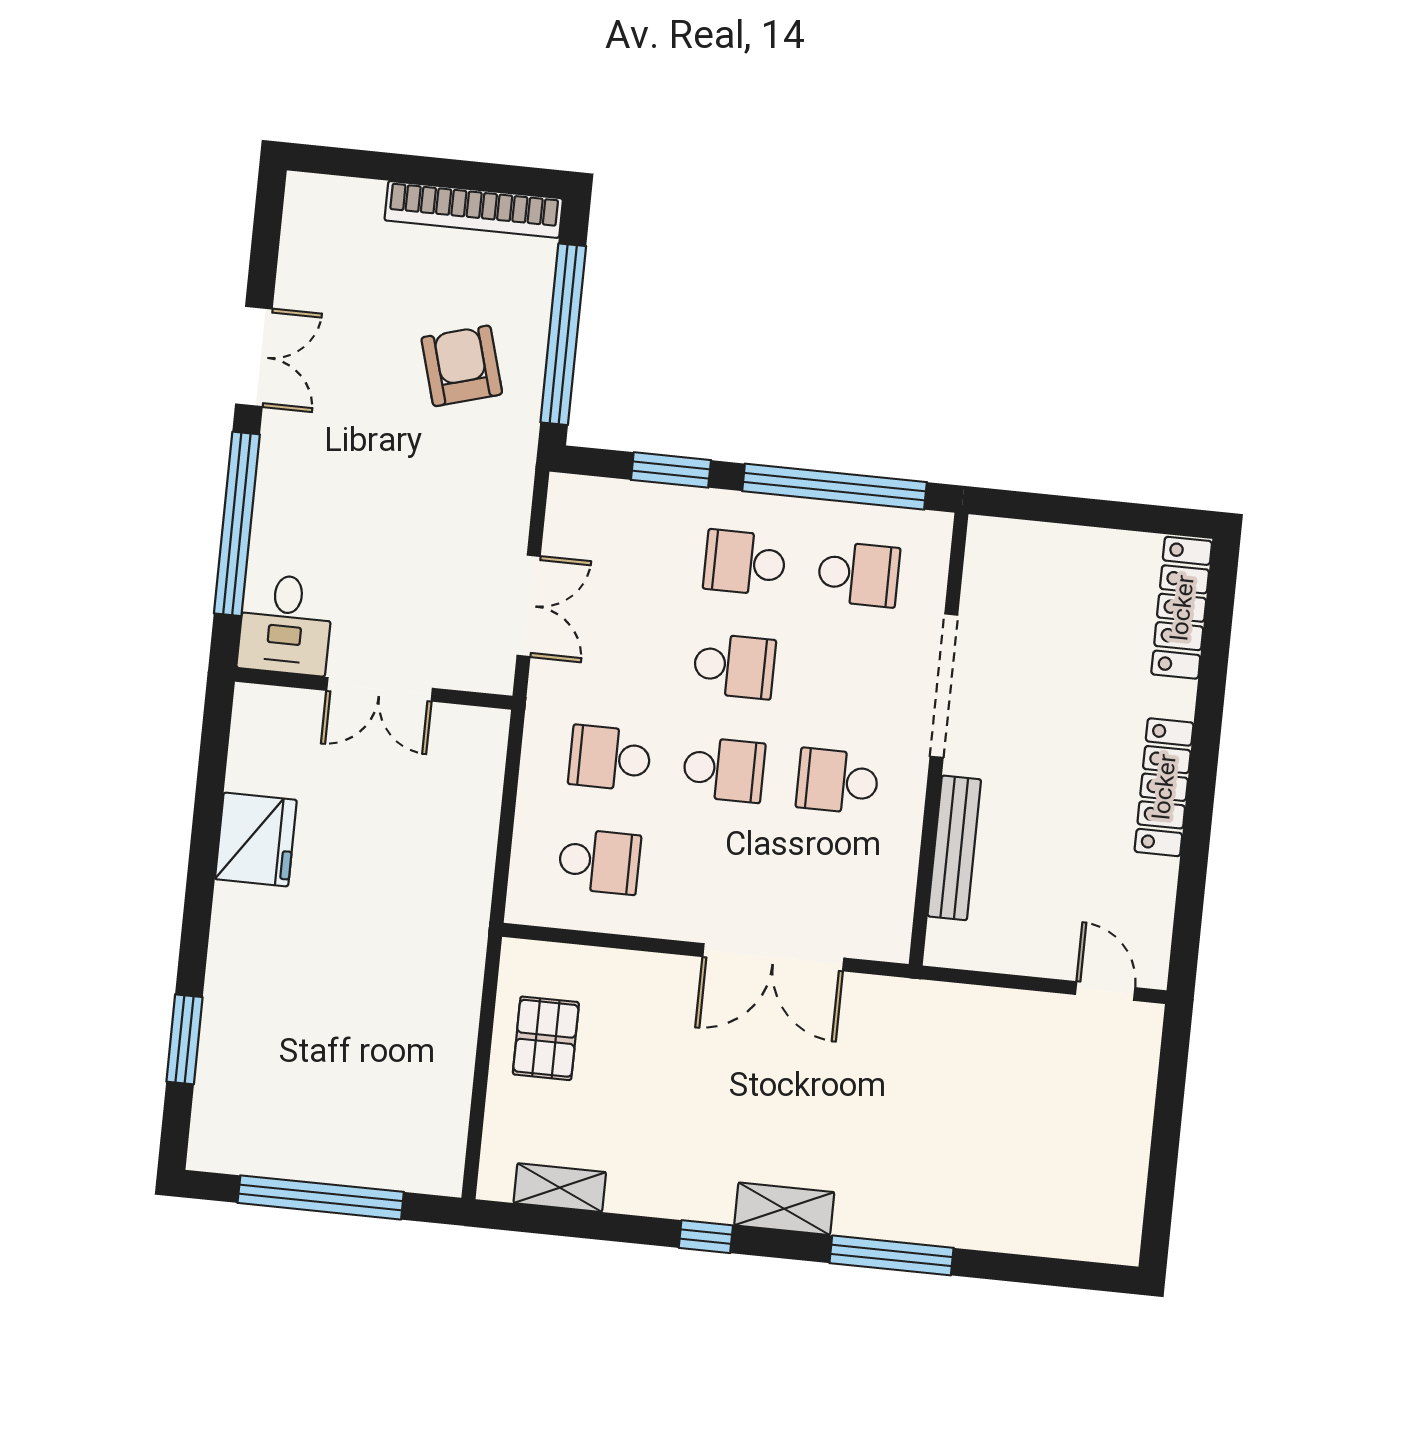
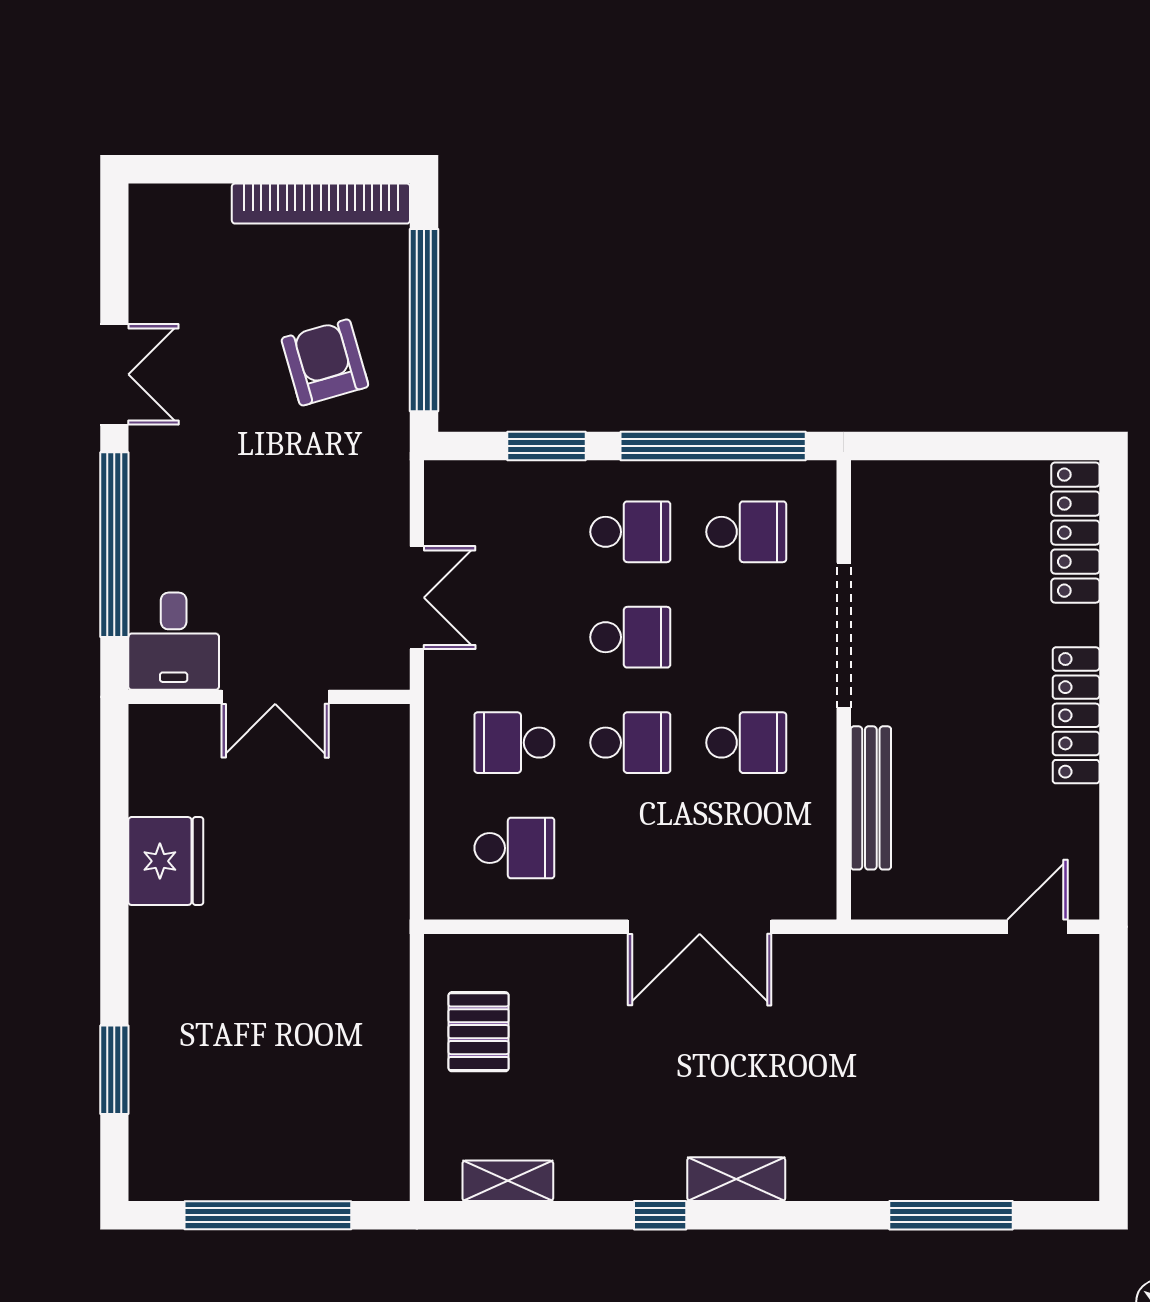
school desk: (745, 563) -> (630, 532), turned 180
school desk: (838, 781) -> (746, 743), turned 180
door: (1105, 991) -> (1037, 927), hinge flipped
window: (892, 1255) -> (951, 1215), moved

